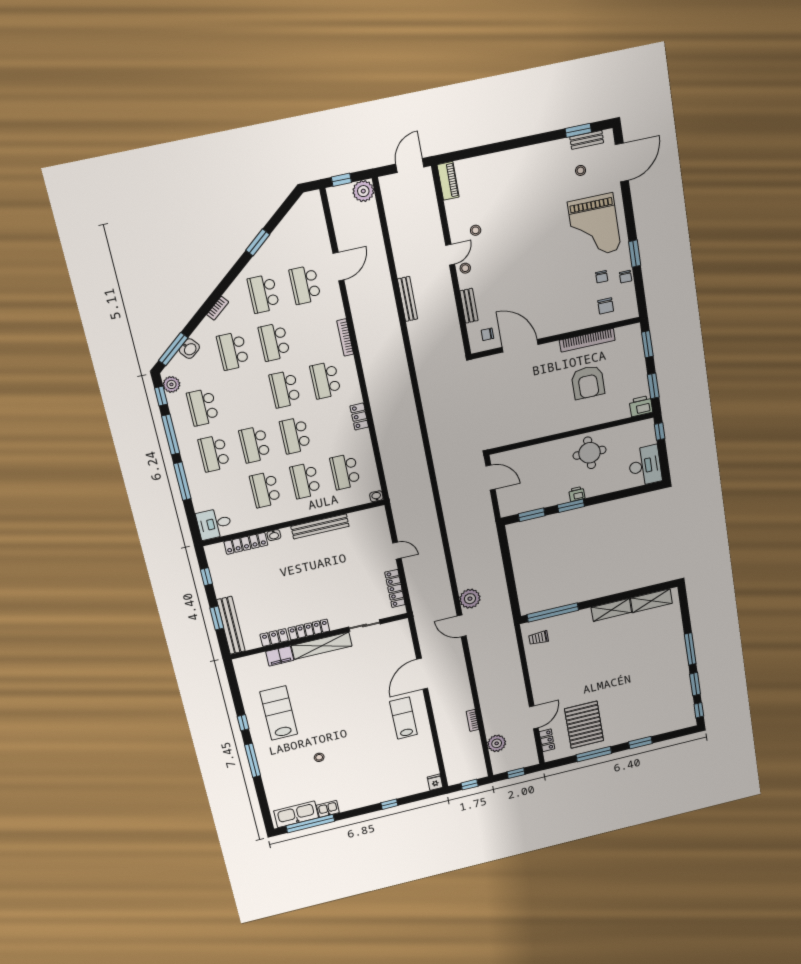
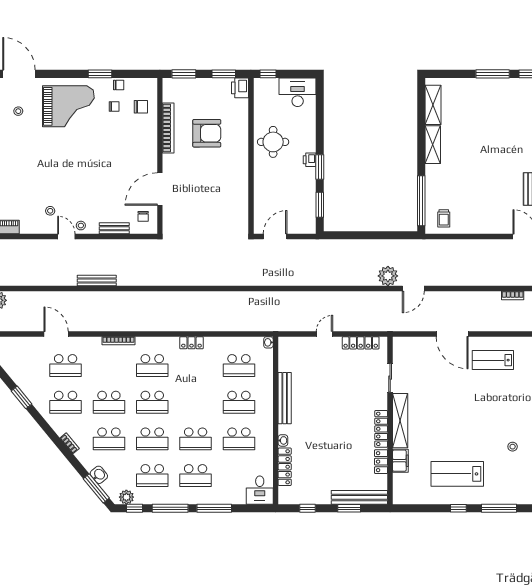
school desk: (295, 435) -> (152, 439), moved

